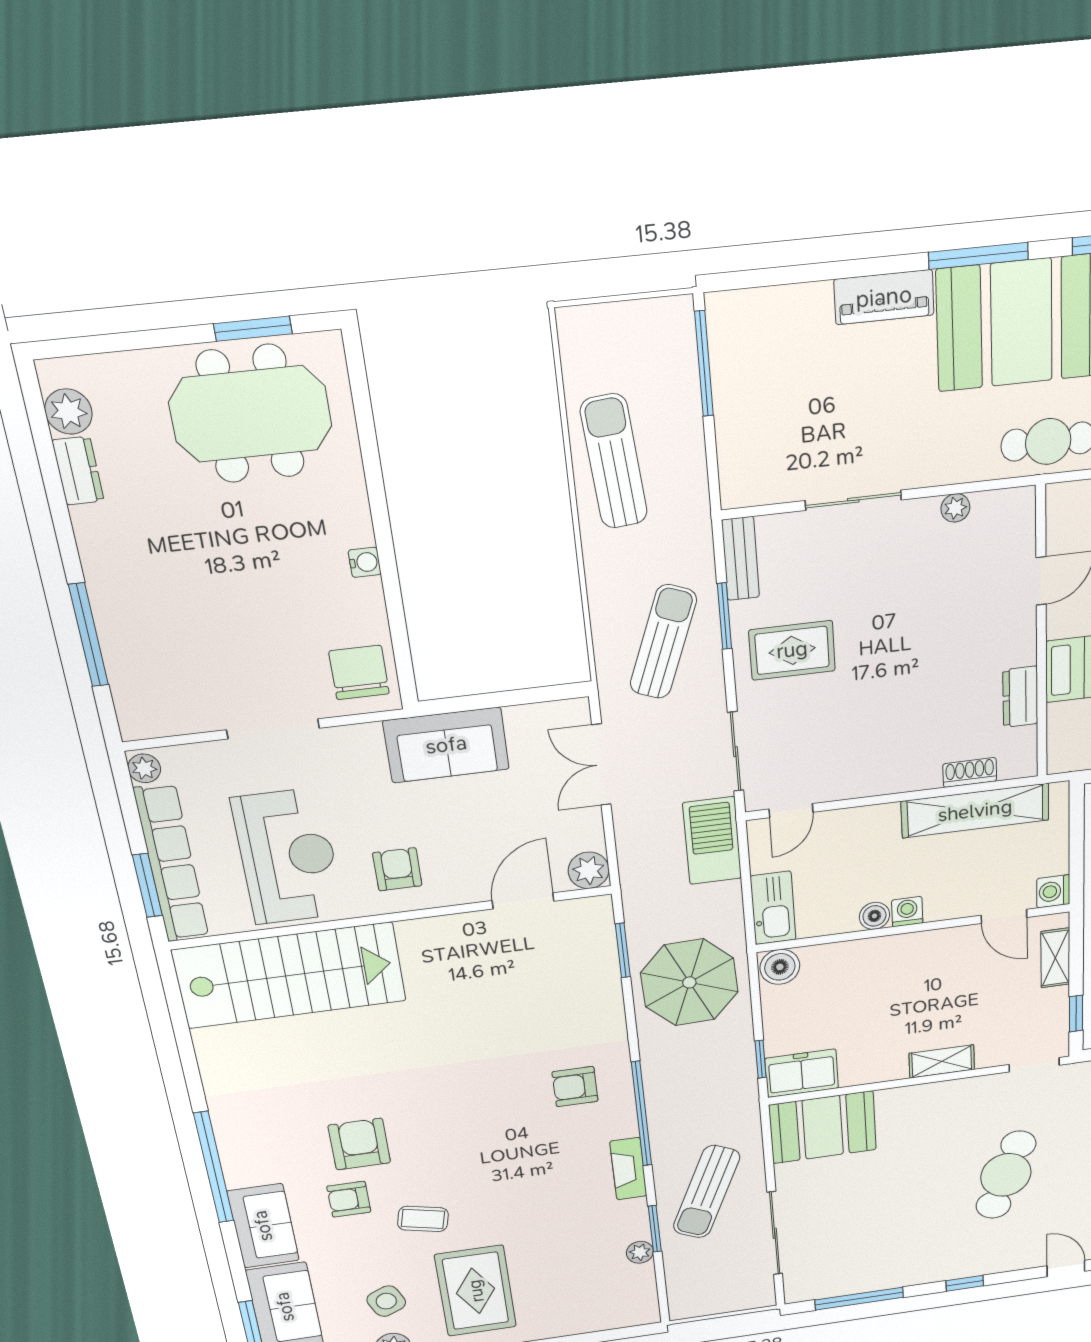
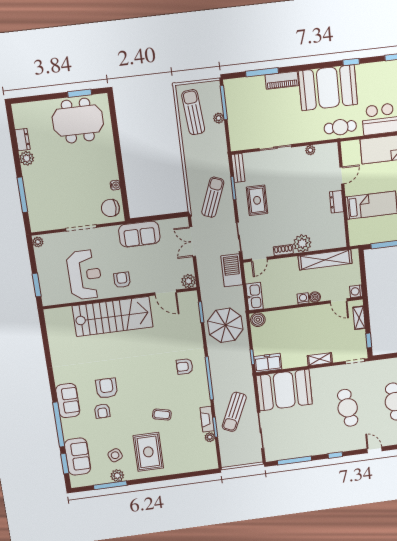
window: (978, 256) -> (262, 72), moved
plant: (687, 411) -> (219, 118), added
plant: (68, 412) -> (27, 158), moved
sun lounger: (614, 462) -> (193, 112), moved
water cooler: (365, 562) -> (115, 185), moved
rug: (792, 650) -> (257, 200), turned 90
chair: (359, 672) -> (110, 208), turned -90
dresser: (1020, 697) -> (337, 202), moved
plant: (915, 768) -> (302, 243), added
shoe rack: (970, 772) -> (283, 250), moved
row of seats: (171, 864) -> (45, 277), removed
door: (523, 901) -> (166, 293), swing flipped
boiler: (874, 916) -> (315, 297), moved
stairs: (290, 975) -> (113, 316), moved
booth: (823, 1127) -> (284, 390), width x1.36, depth x1.42
window: (214, 1167) -> (59, 425), moved
fireplace: (628, 1169) -> (207, 419), moved
cafe table: (1006, 1175) -> (348, 408), turned -30
armchair: (349, 1199) -> (102, 411), turned -90
coffee table: (423, 1219) -> (162, 415), moved
sofa: (263, 1226) -> (68, 401), moved

